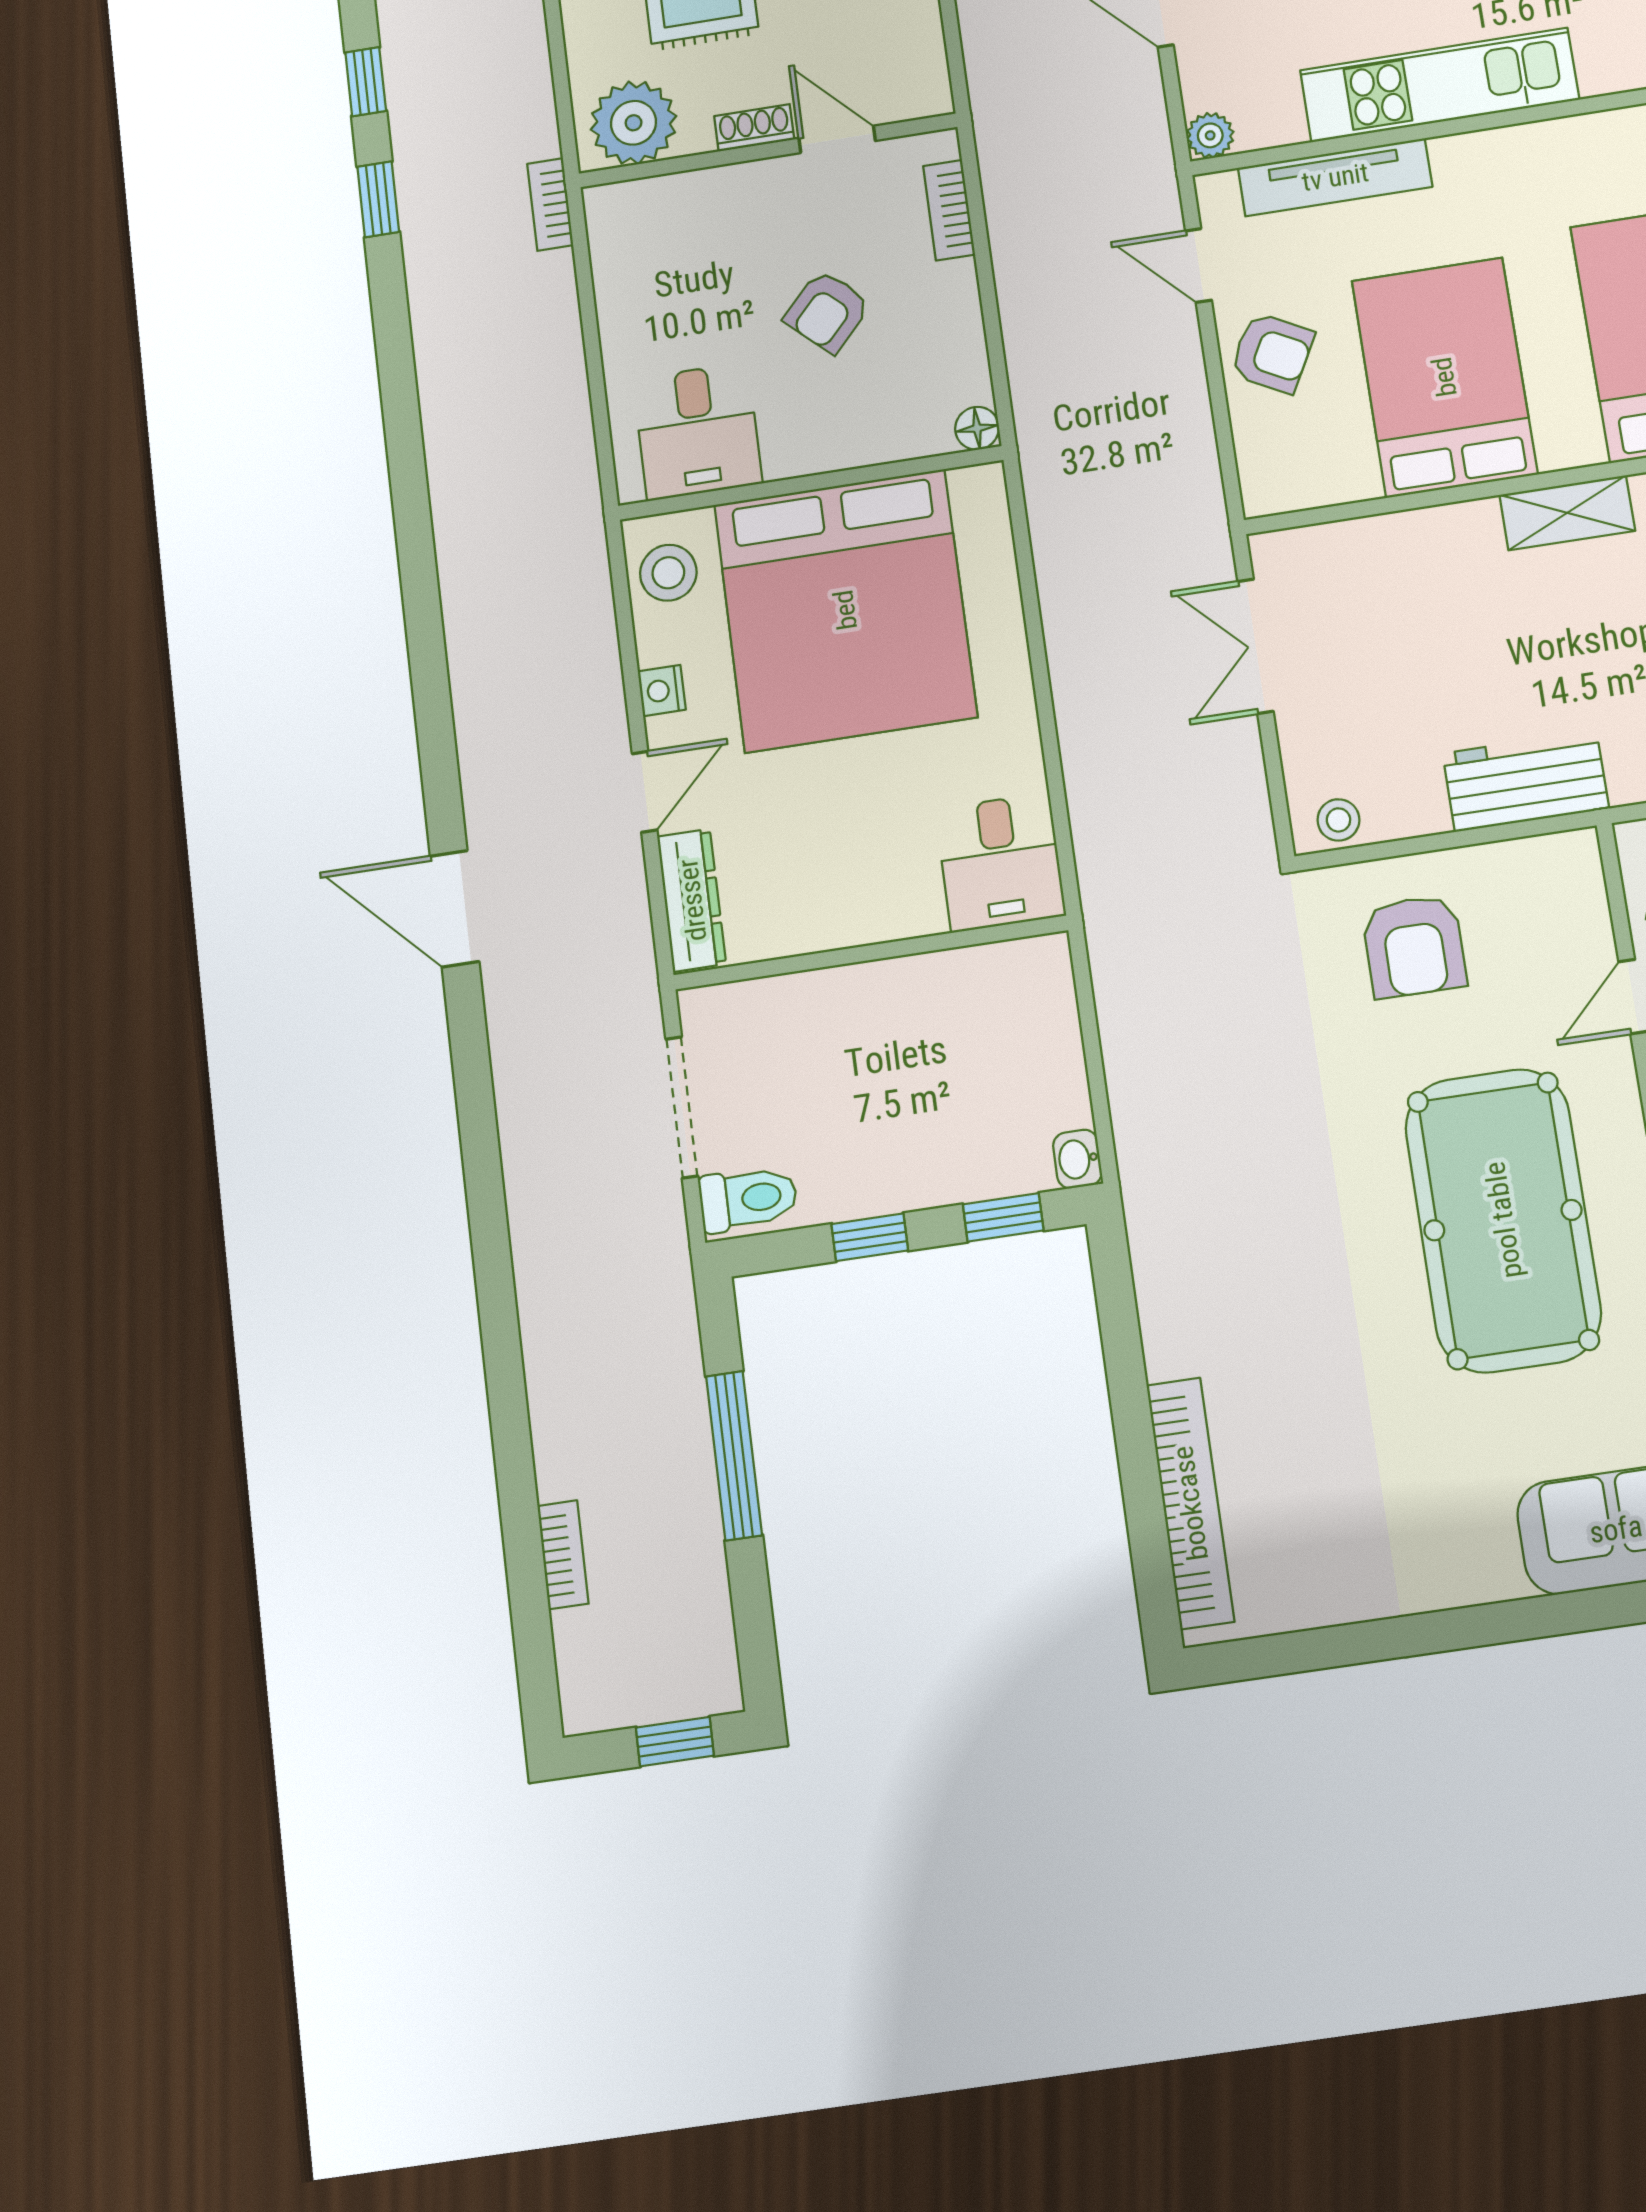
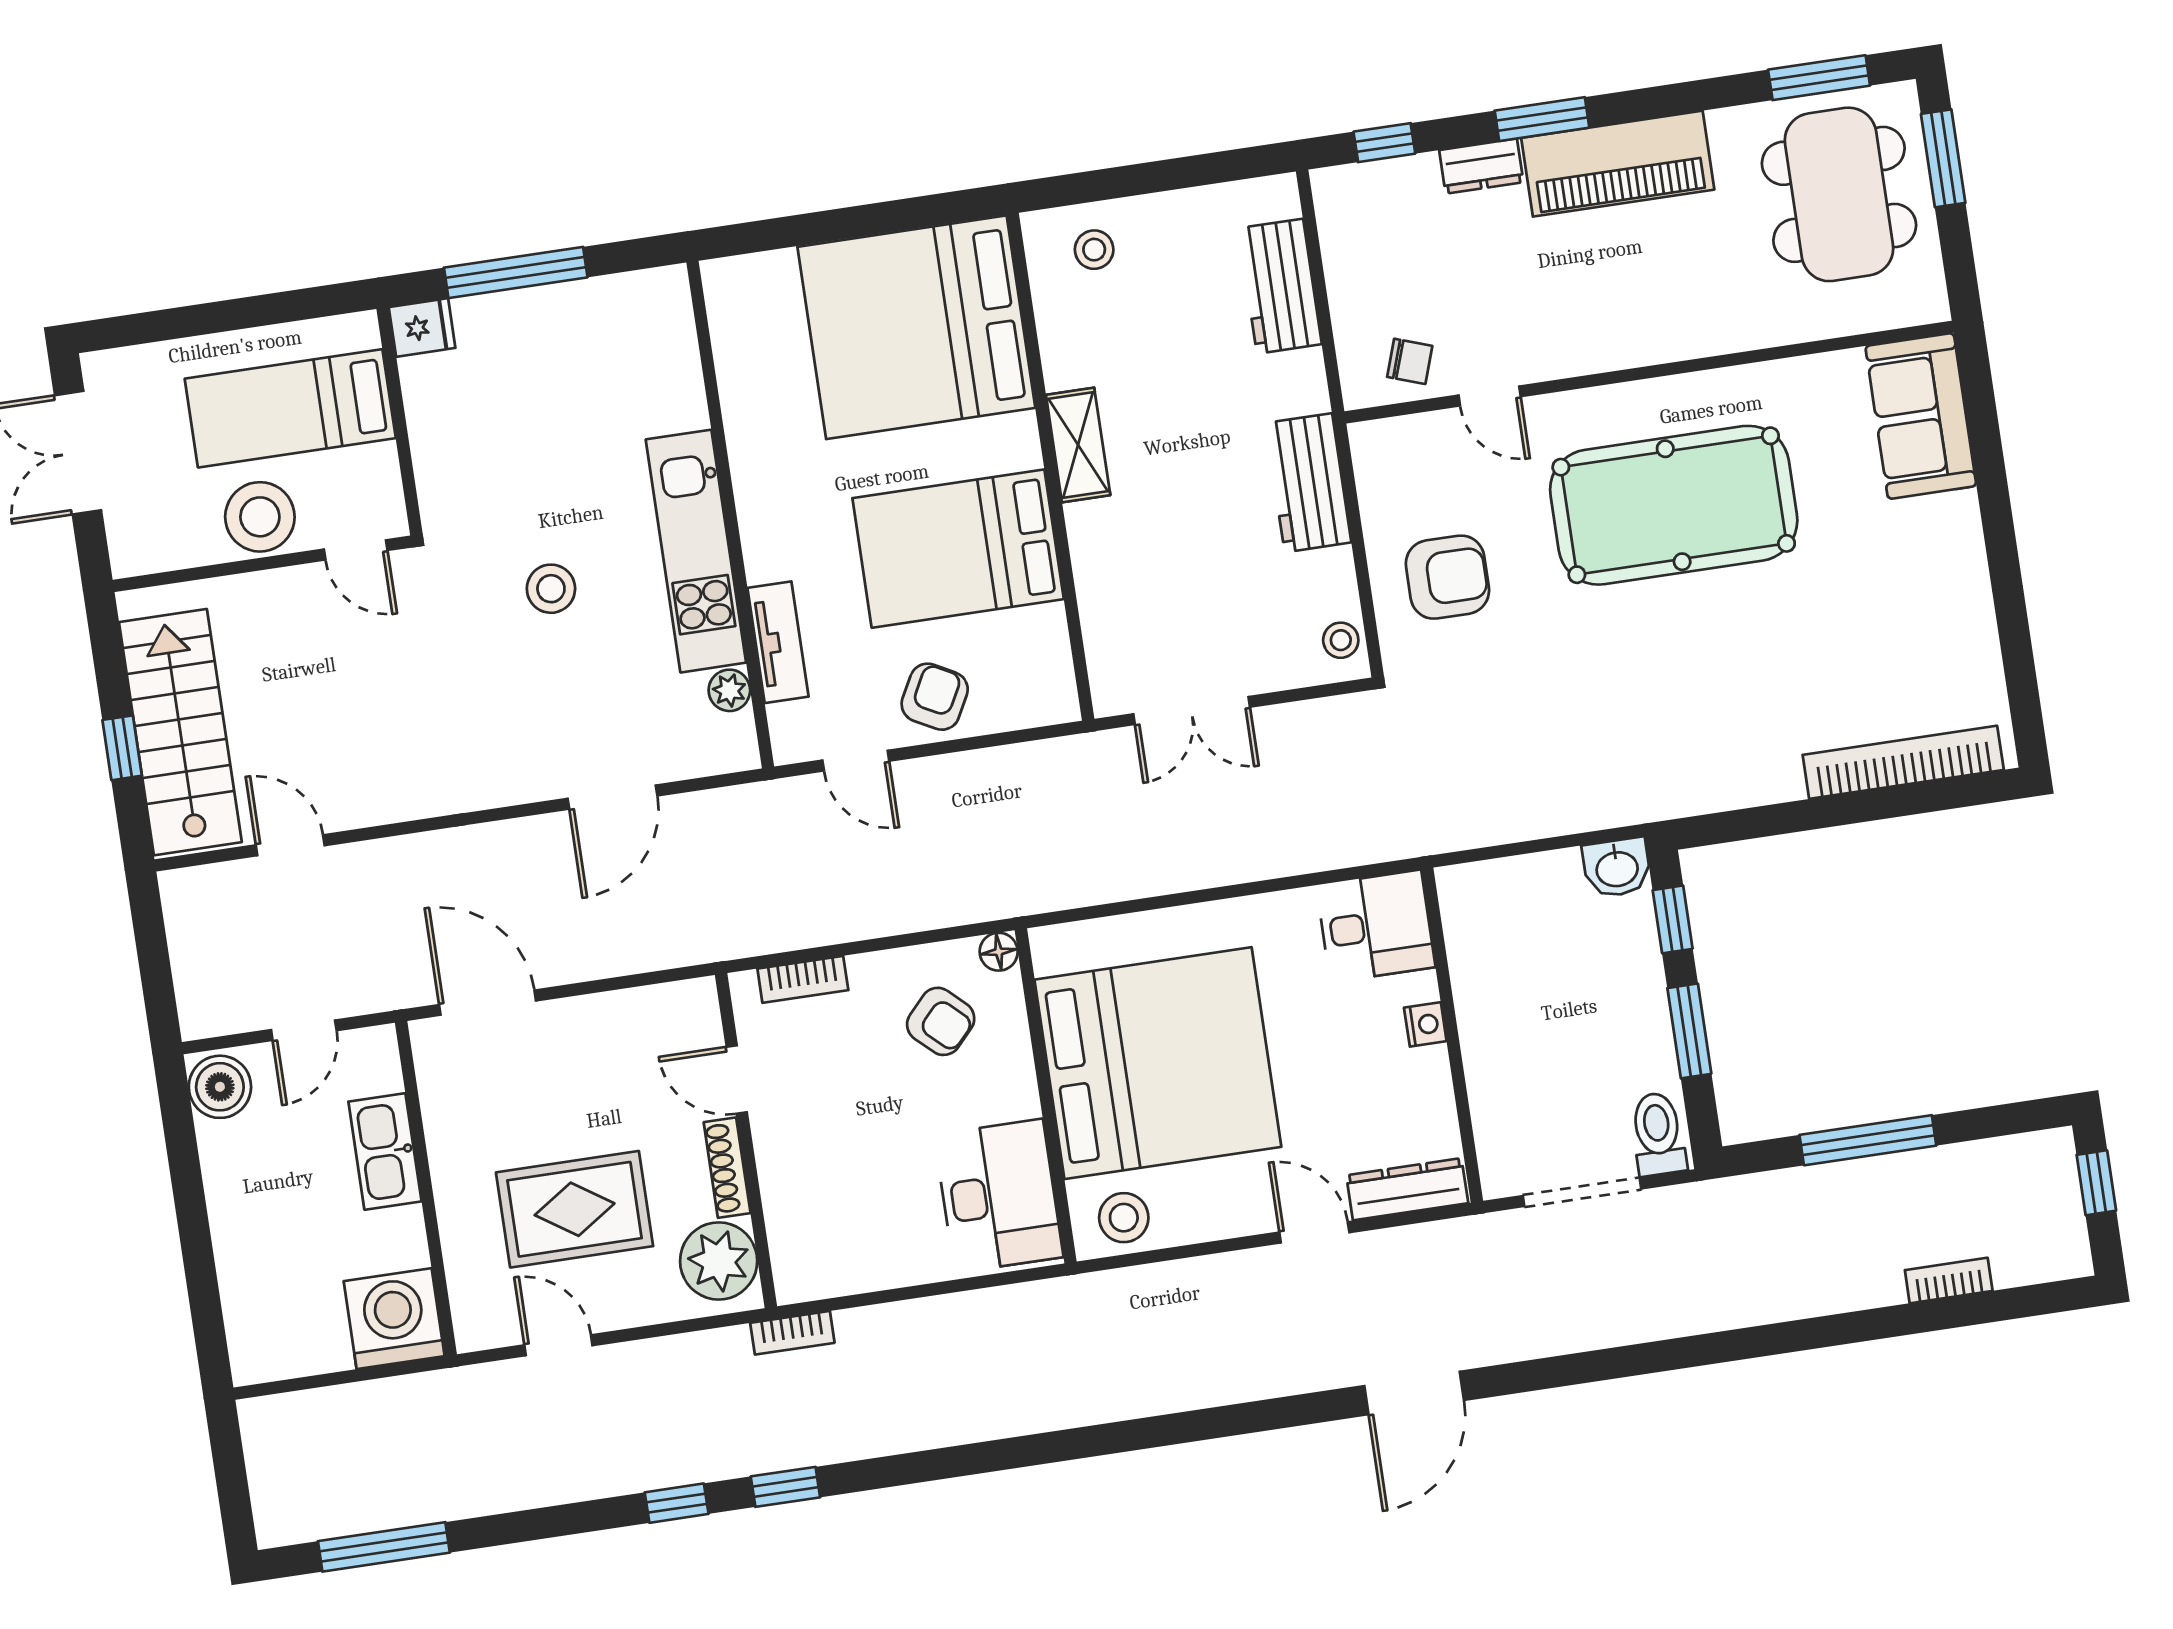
shoe rack: (754, 128) -> (727, 1168), width x1.43
plant: (1210, 135) -> (729, 690), moved
door: (837, 139) -> (737, 1080), hinge flipped
tv unit: (1335, 177) -> (778, 642), width x0.71
door: (1199, 266) -> (856, 761), hinge flipped
armchair: (827, 311) -> (941, 1021), moved
desk: (697, 431) -> (999, 1196), width x1.37
nightstand: (662, 691) -> (1425, 1024), moved, turned -90
washbasin: (1077, 1159) -> (1617, 868), width x1.38, depth x1.45
window: (870, 1237) -> (1689, 1031), width x1.50

